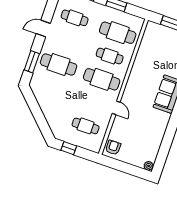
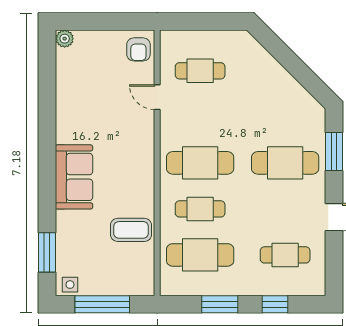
coffee table: (148, 57) -> (131, 230), added
door: (116, 108) -> (157, 97), moved
window: (69, 148) -> (216, 21), removed

